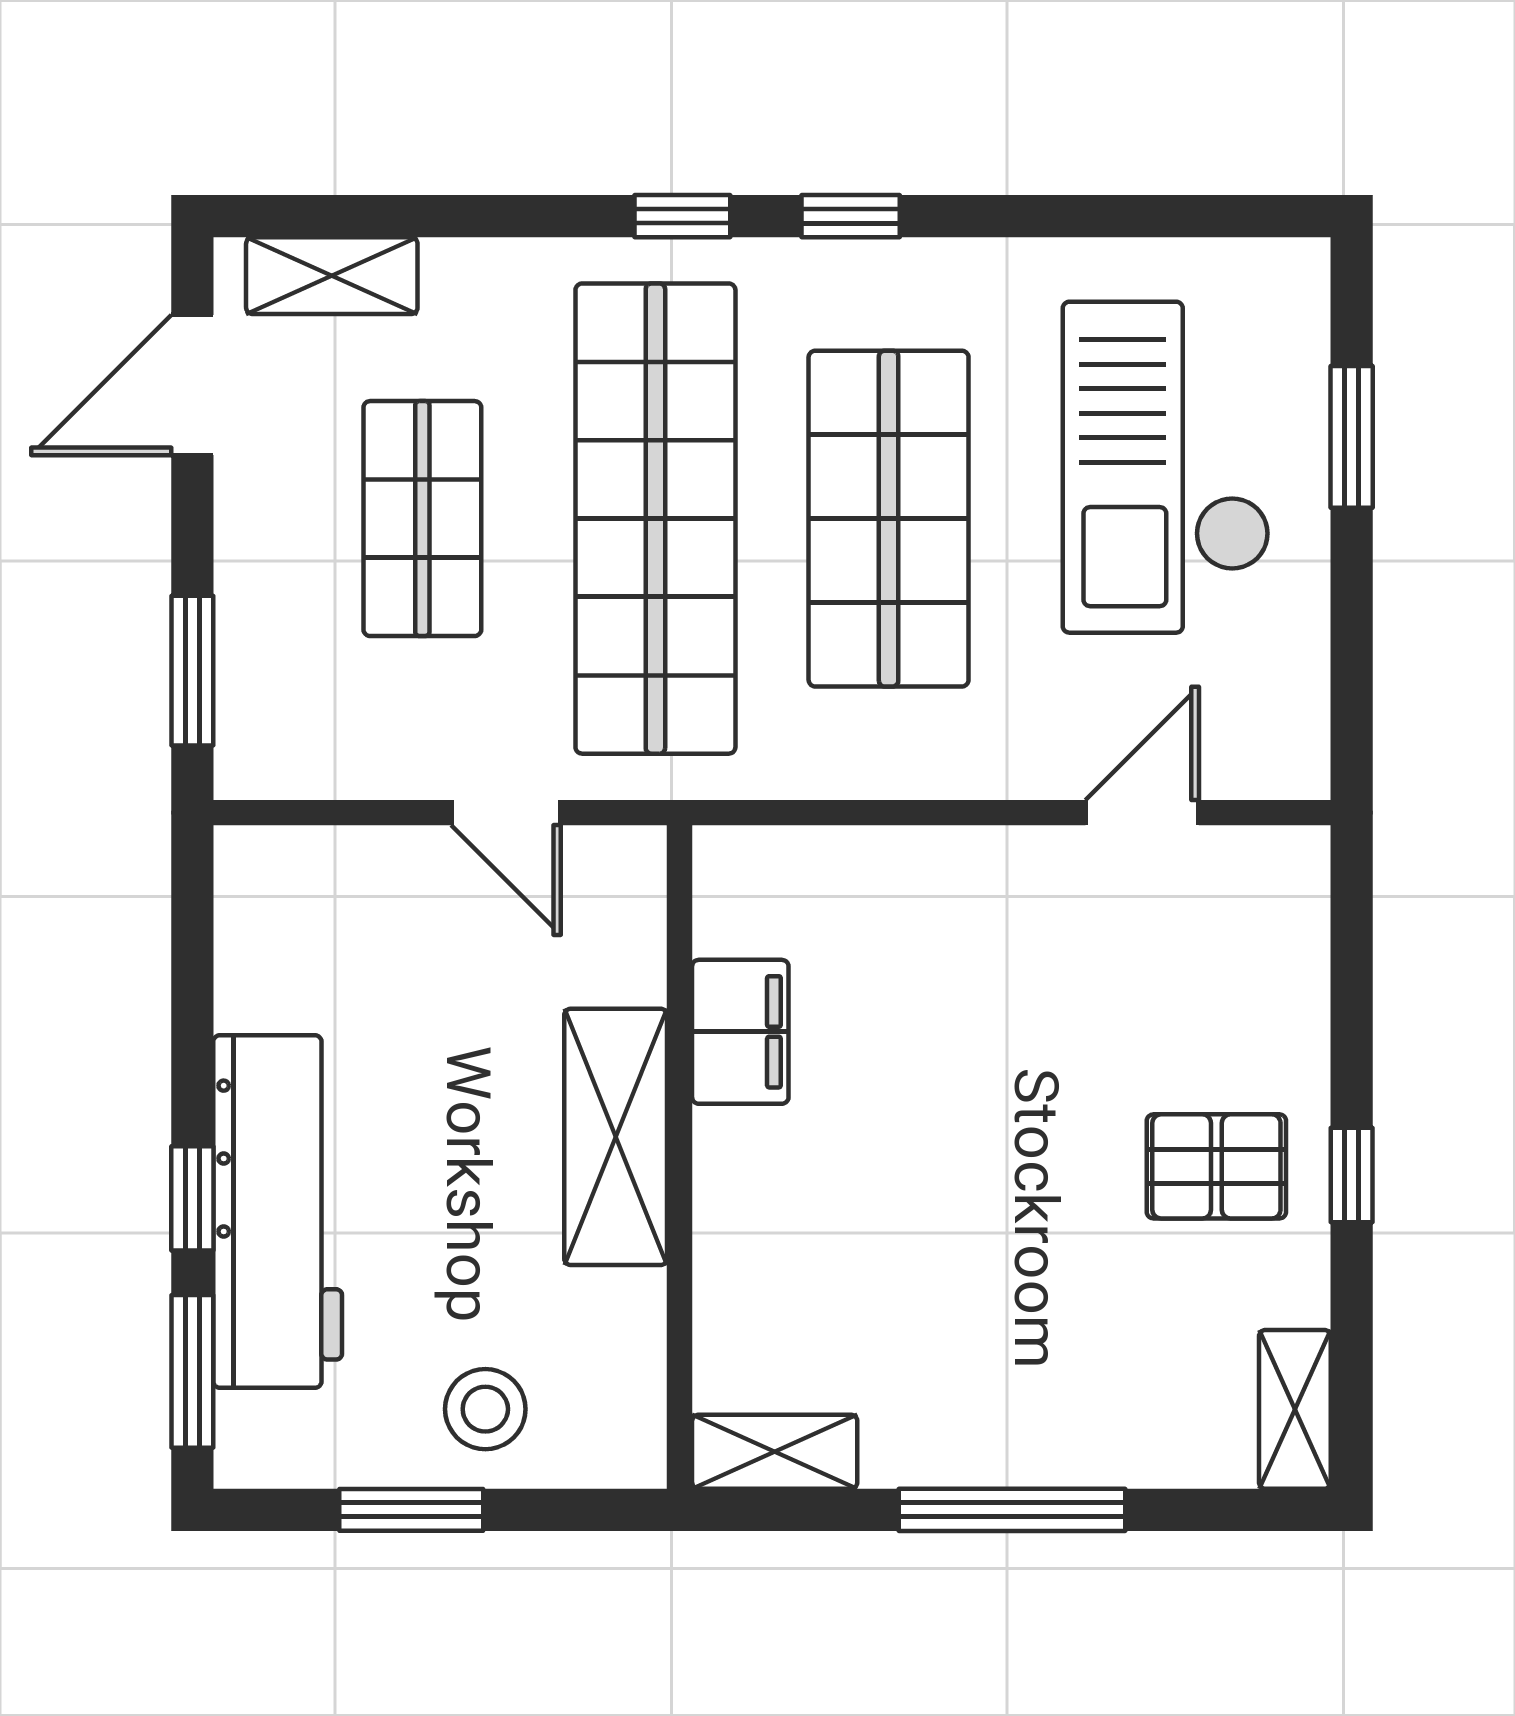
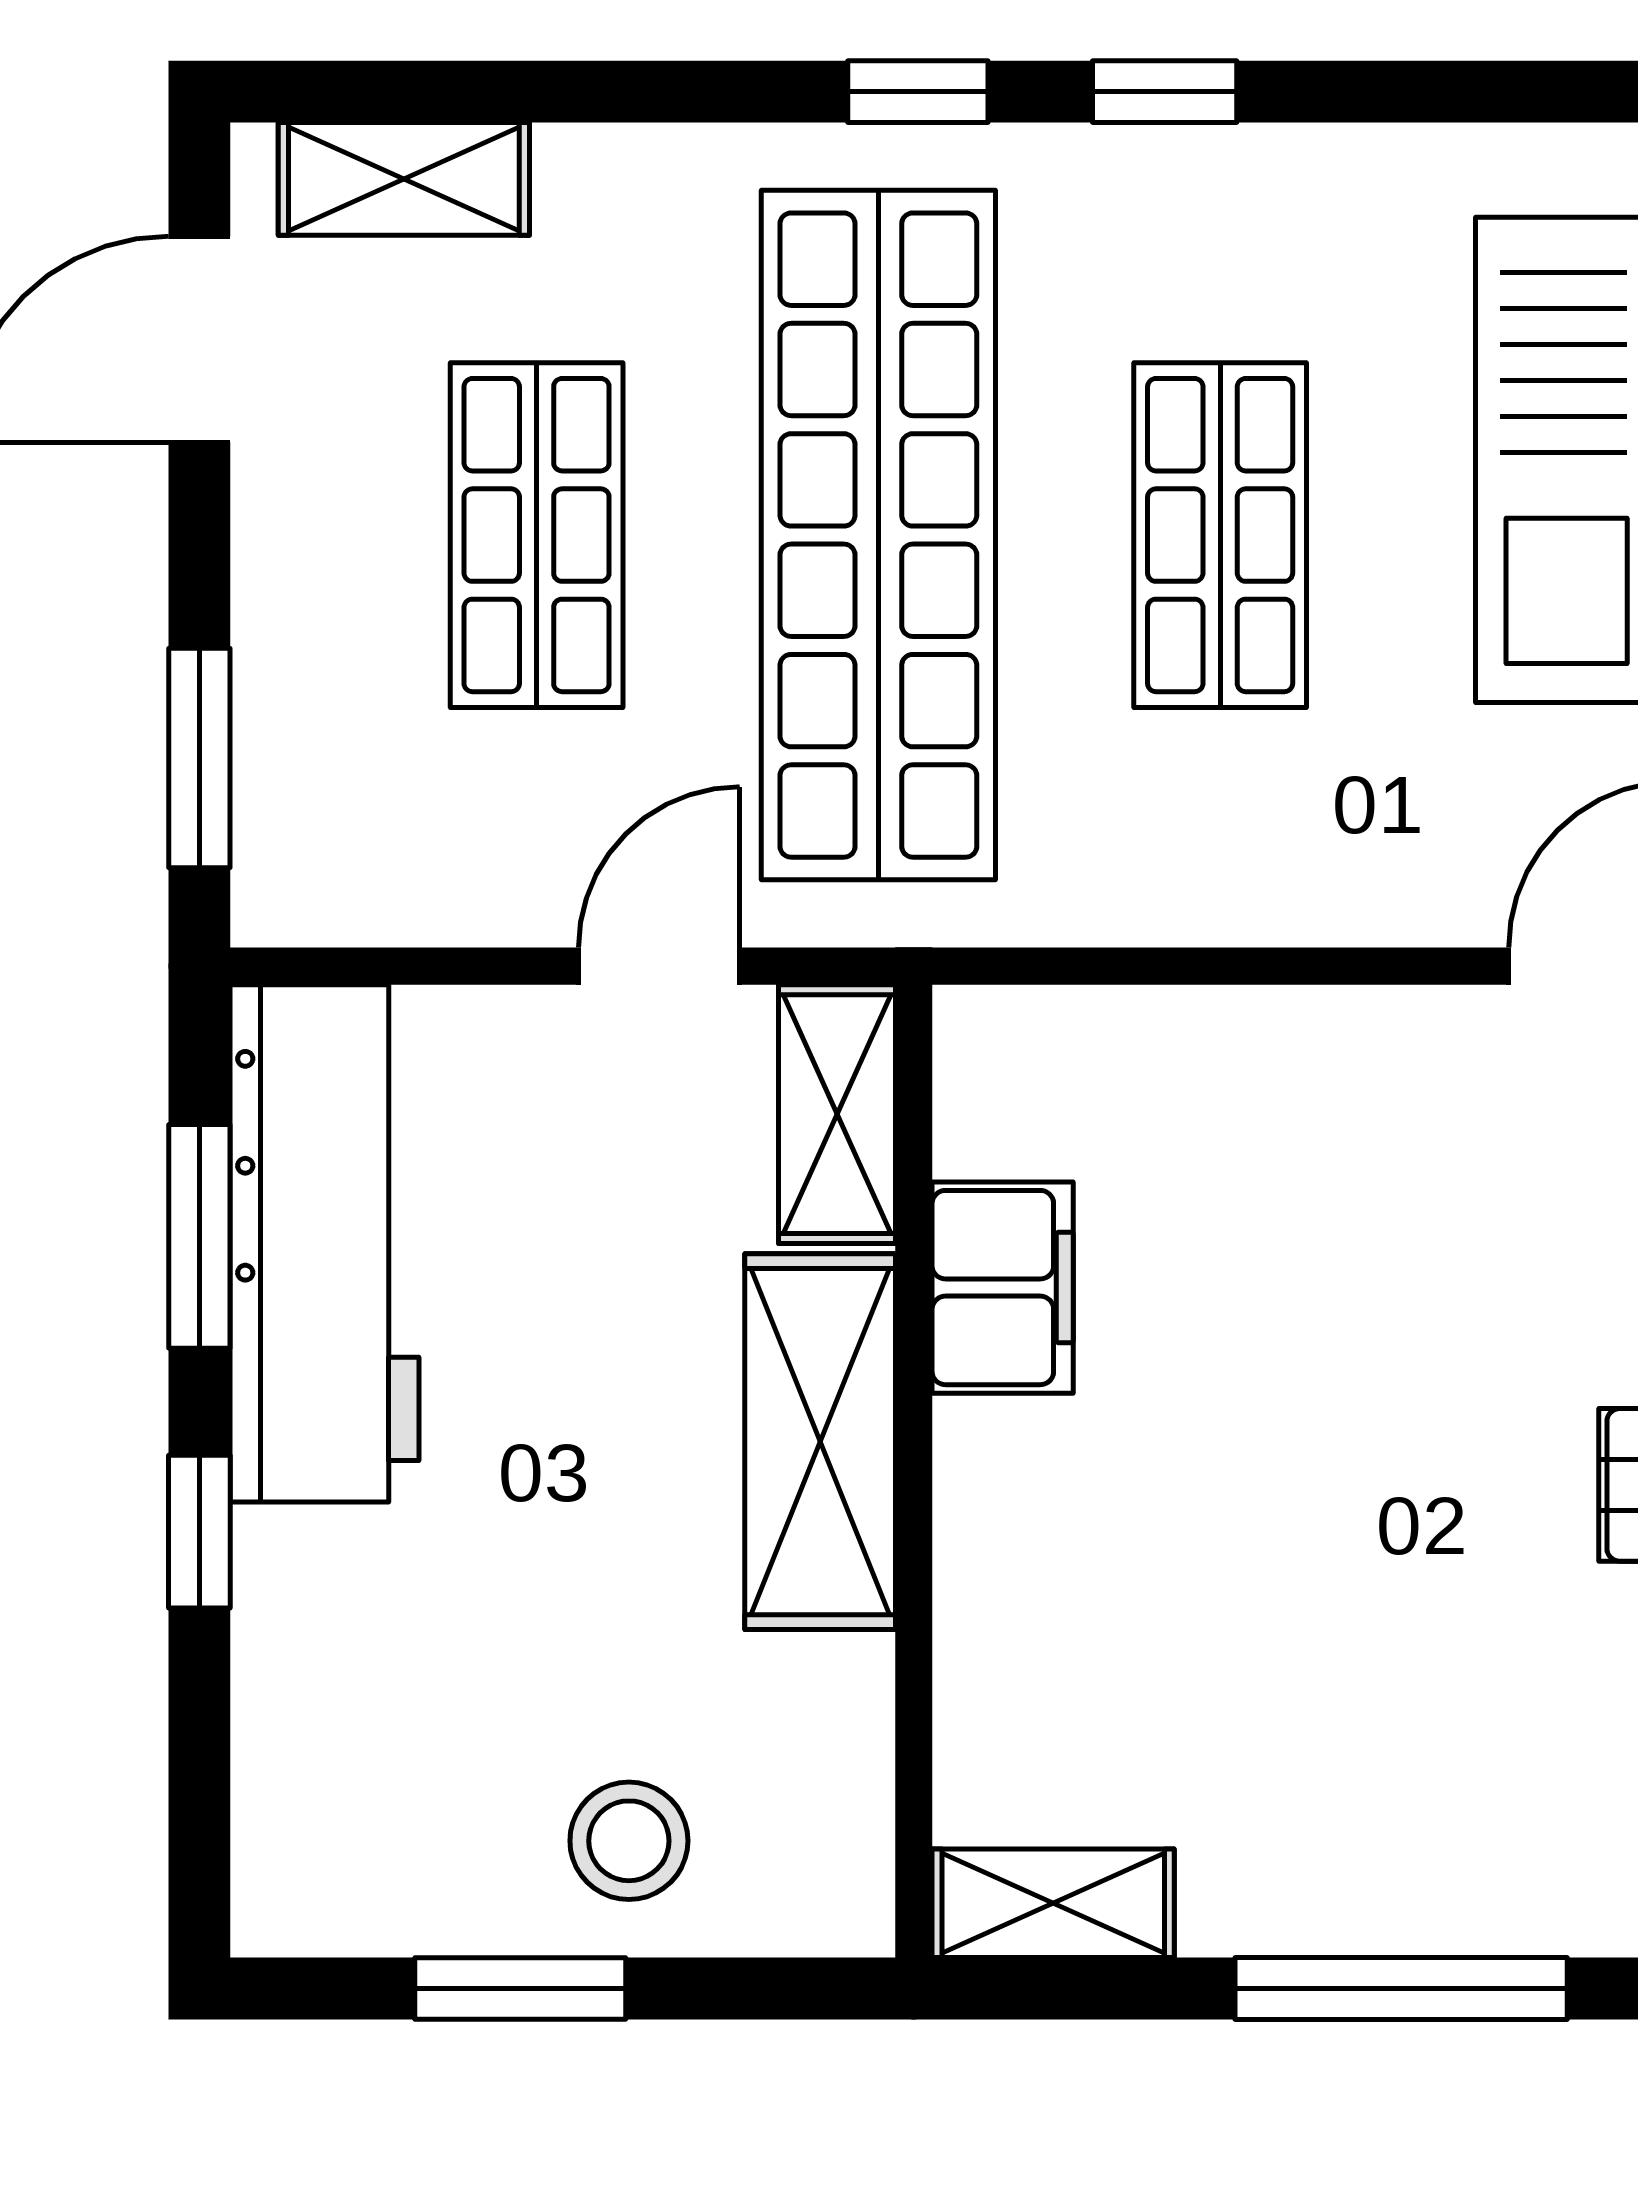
shop shelf: (889, 519) -> (1220, 535), width x0.70, depth x0.74
door: (506, 813) -> (659, 966), swing flipped
shelving: (627, 914) -> (837, 1114), added
workbench: (278, 1212) -> (324, 1243), moved
window: (192, 1371) -> (199, 1236), moved

